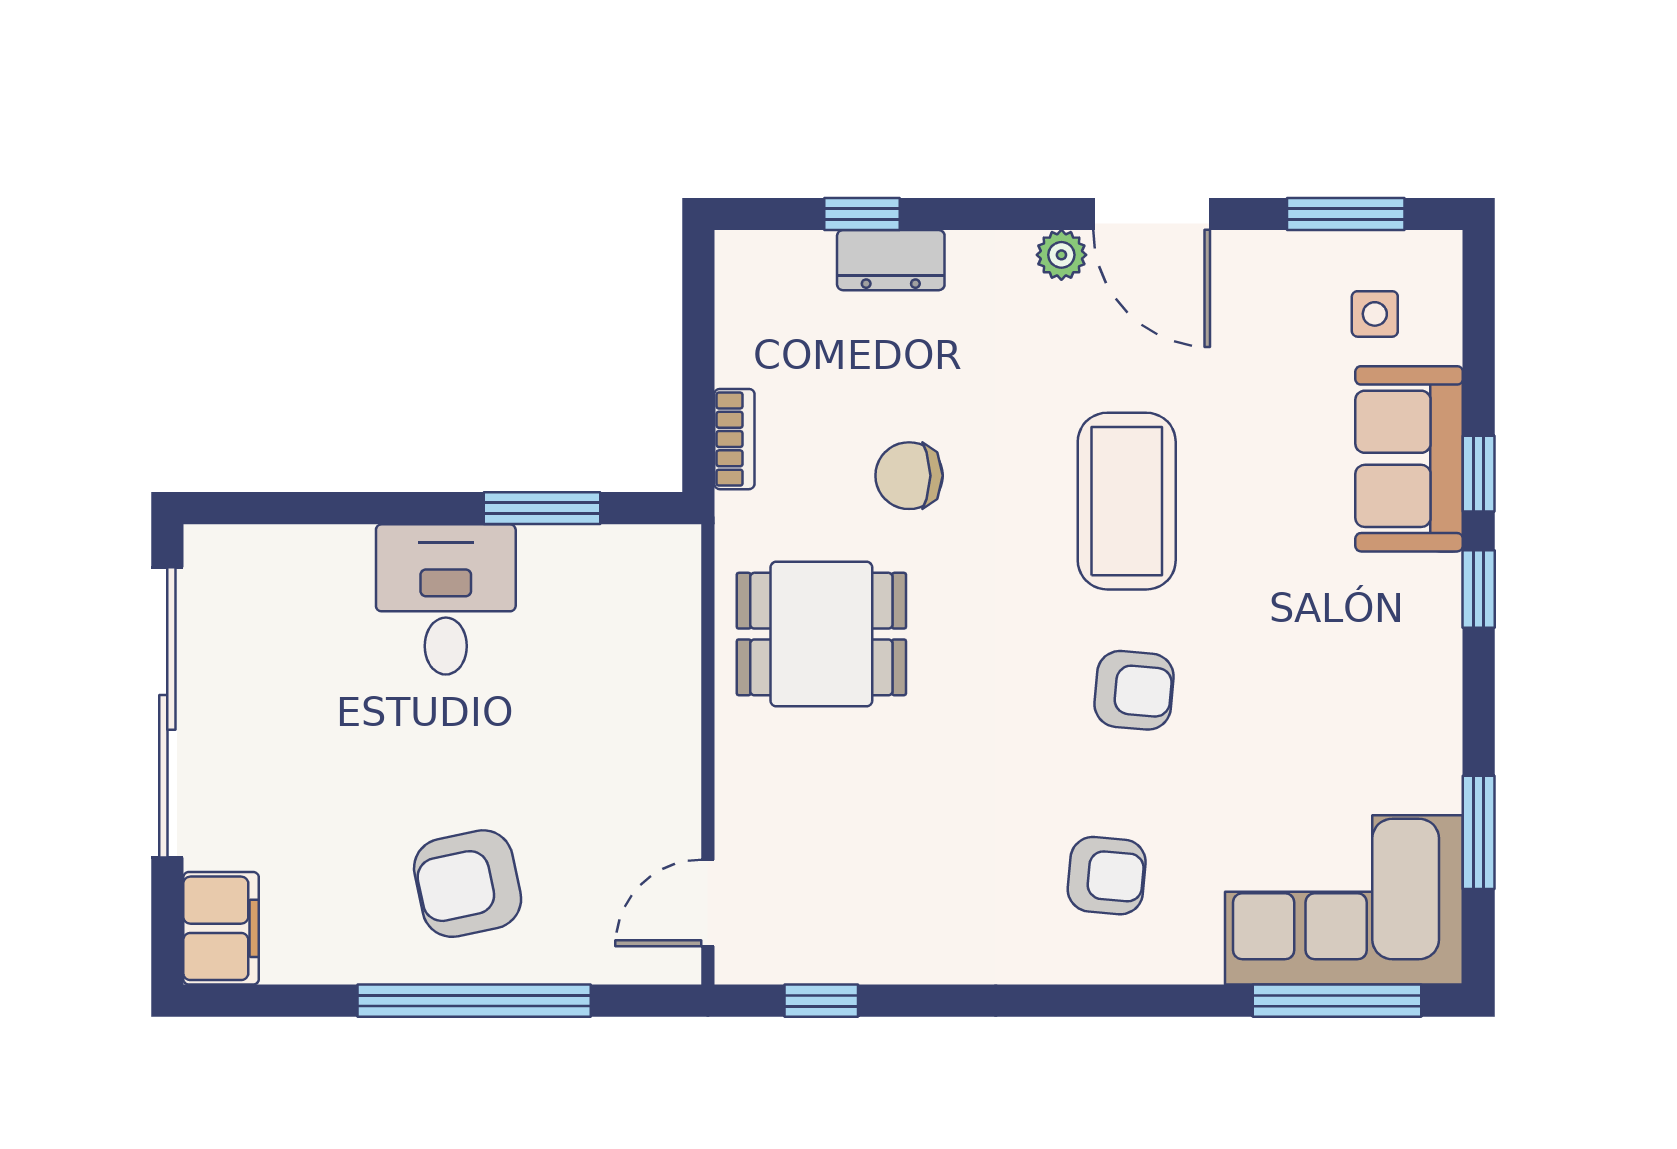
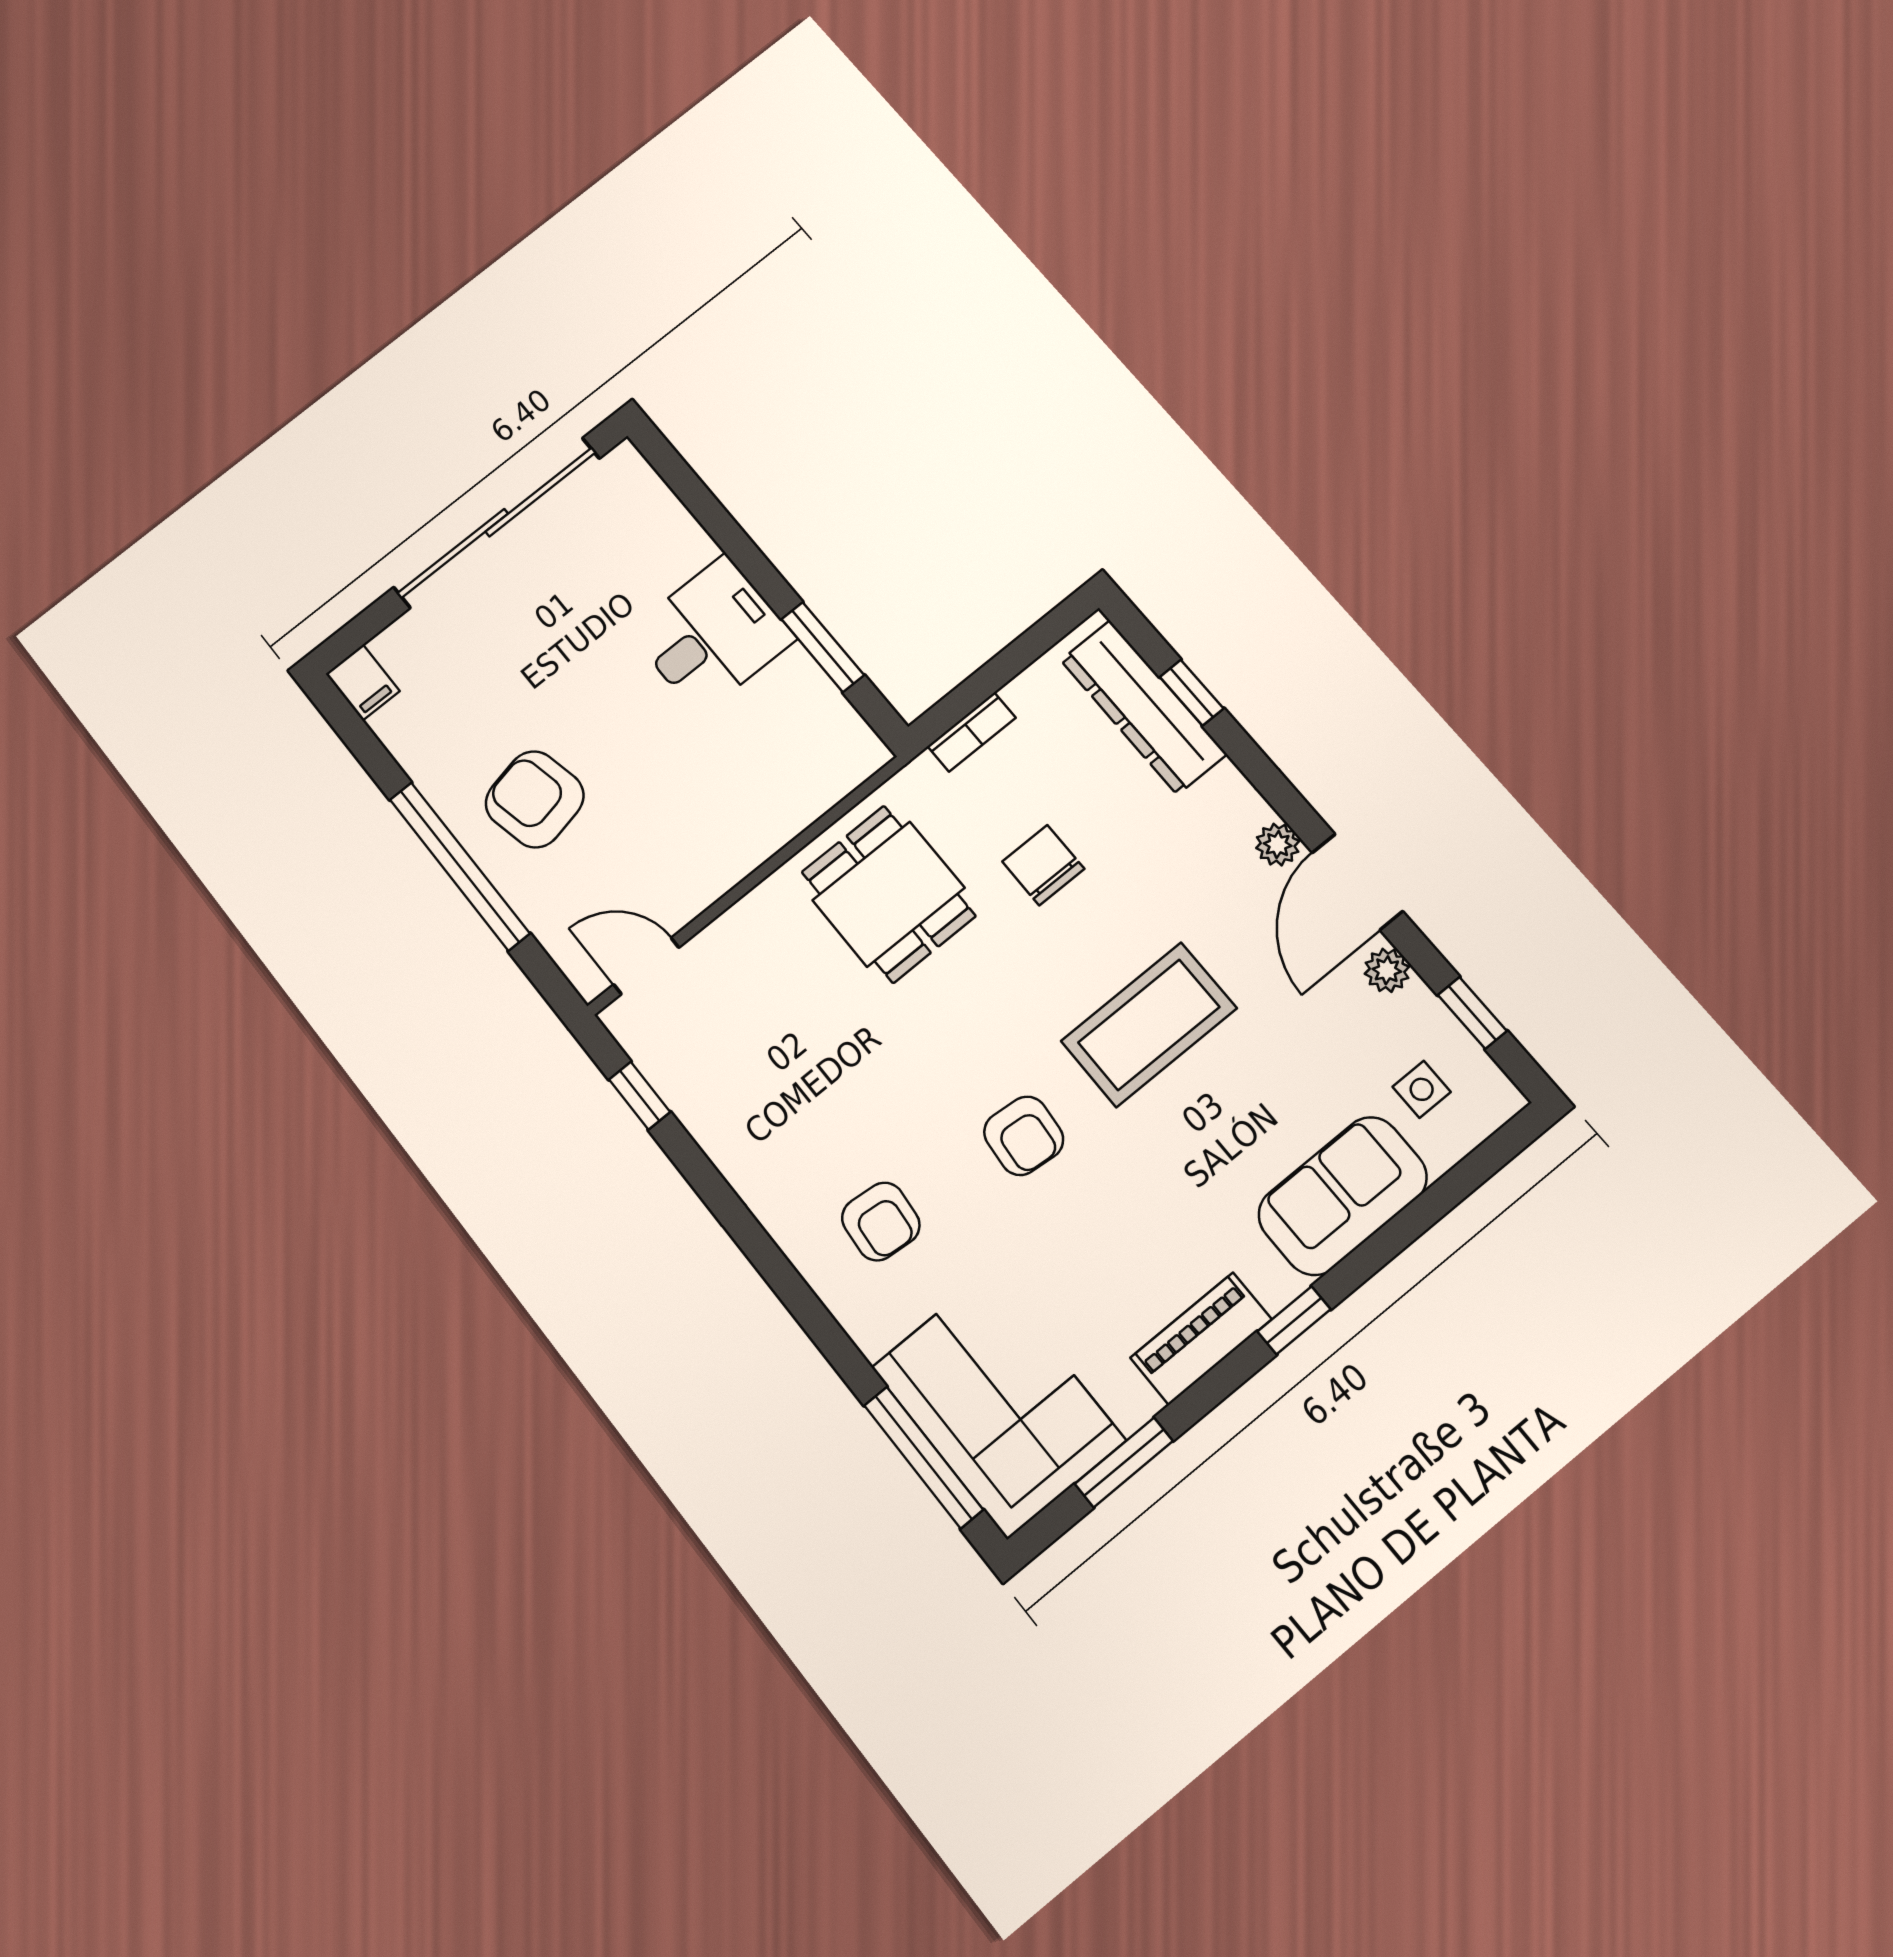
window: (1346, 214) -> (1472, 1013), width x0.67
plant: (1249, 255) -> (1387, 970), added
dresser: (891, 260) -> (1143, 707), width x1.96, depth x1.24
window: (1479, 474) -> (1374, 1254), removed
piano: (1430, 681) -> (1201, 1339), added
filing cabinet: (221, 928) -> (363, 682), width x0.50

